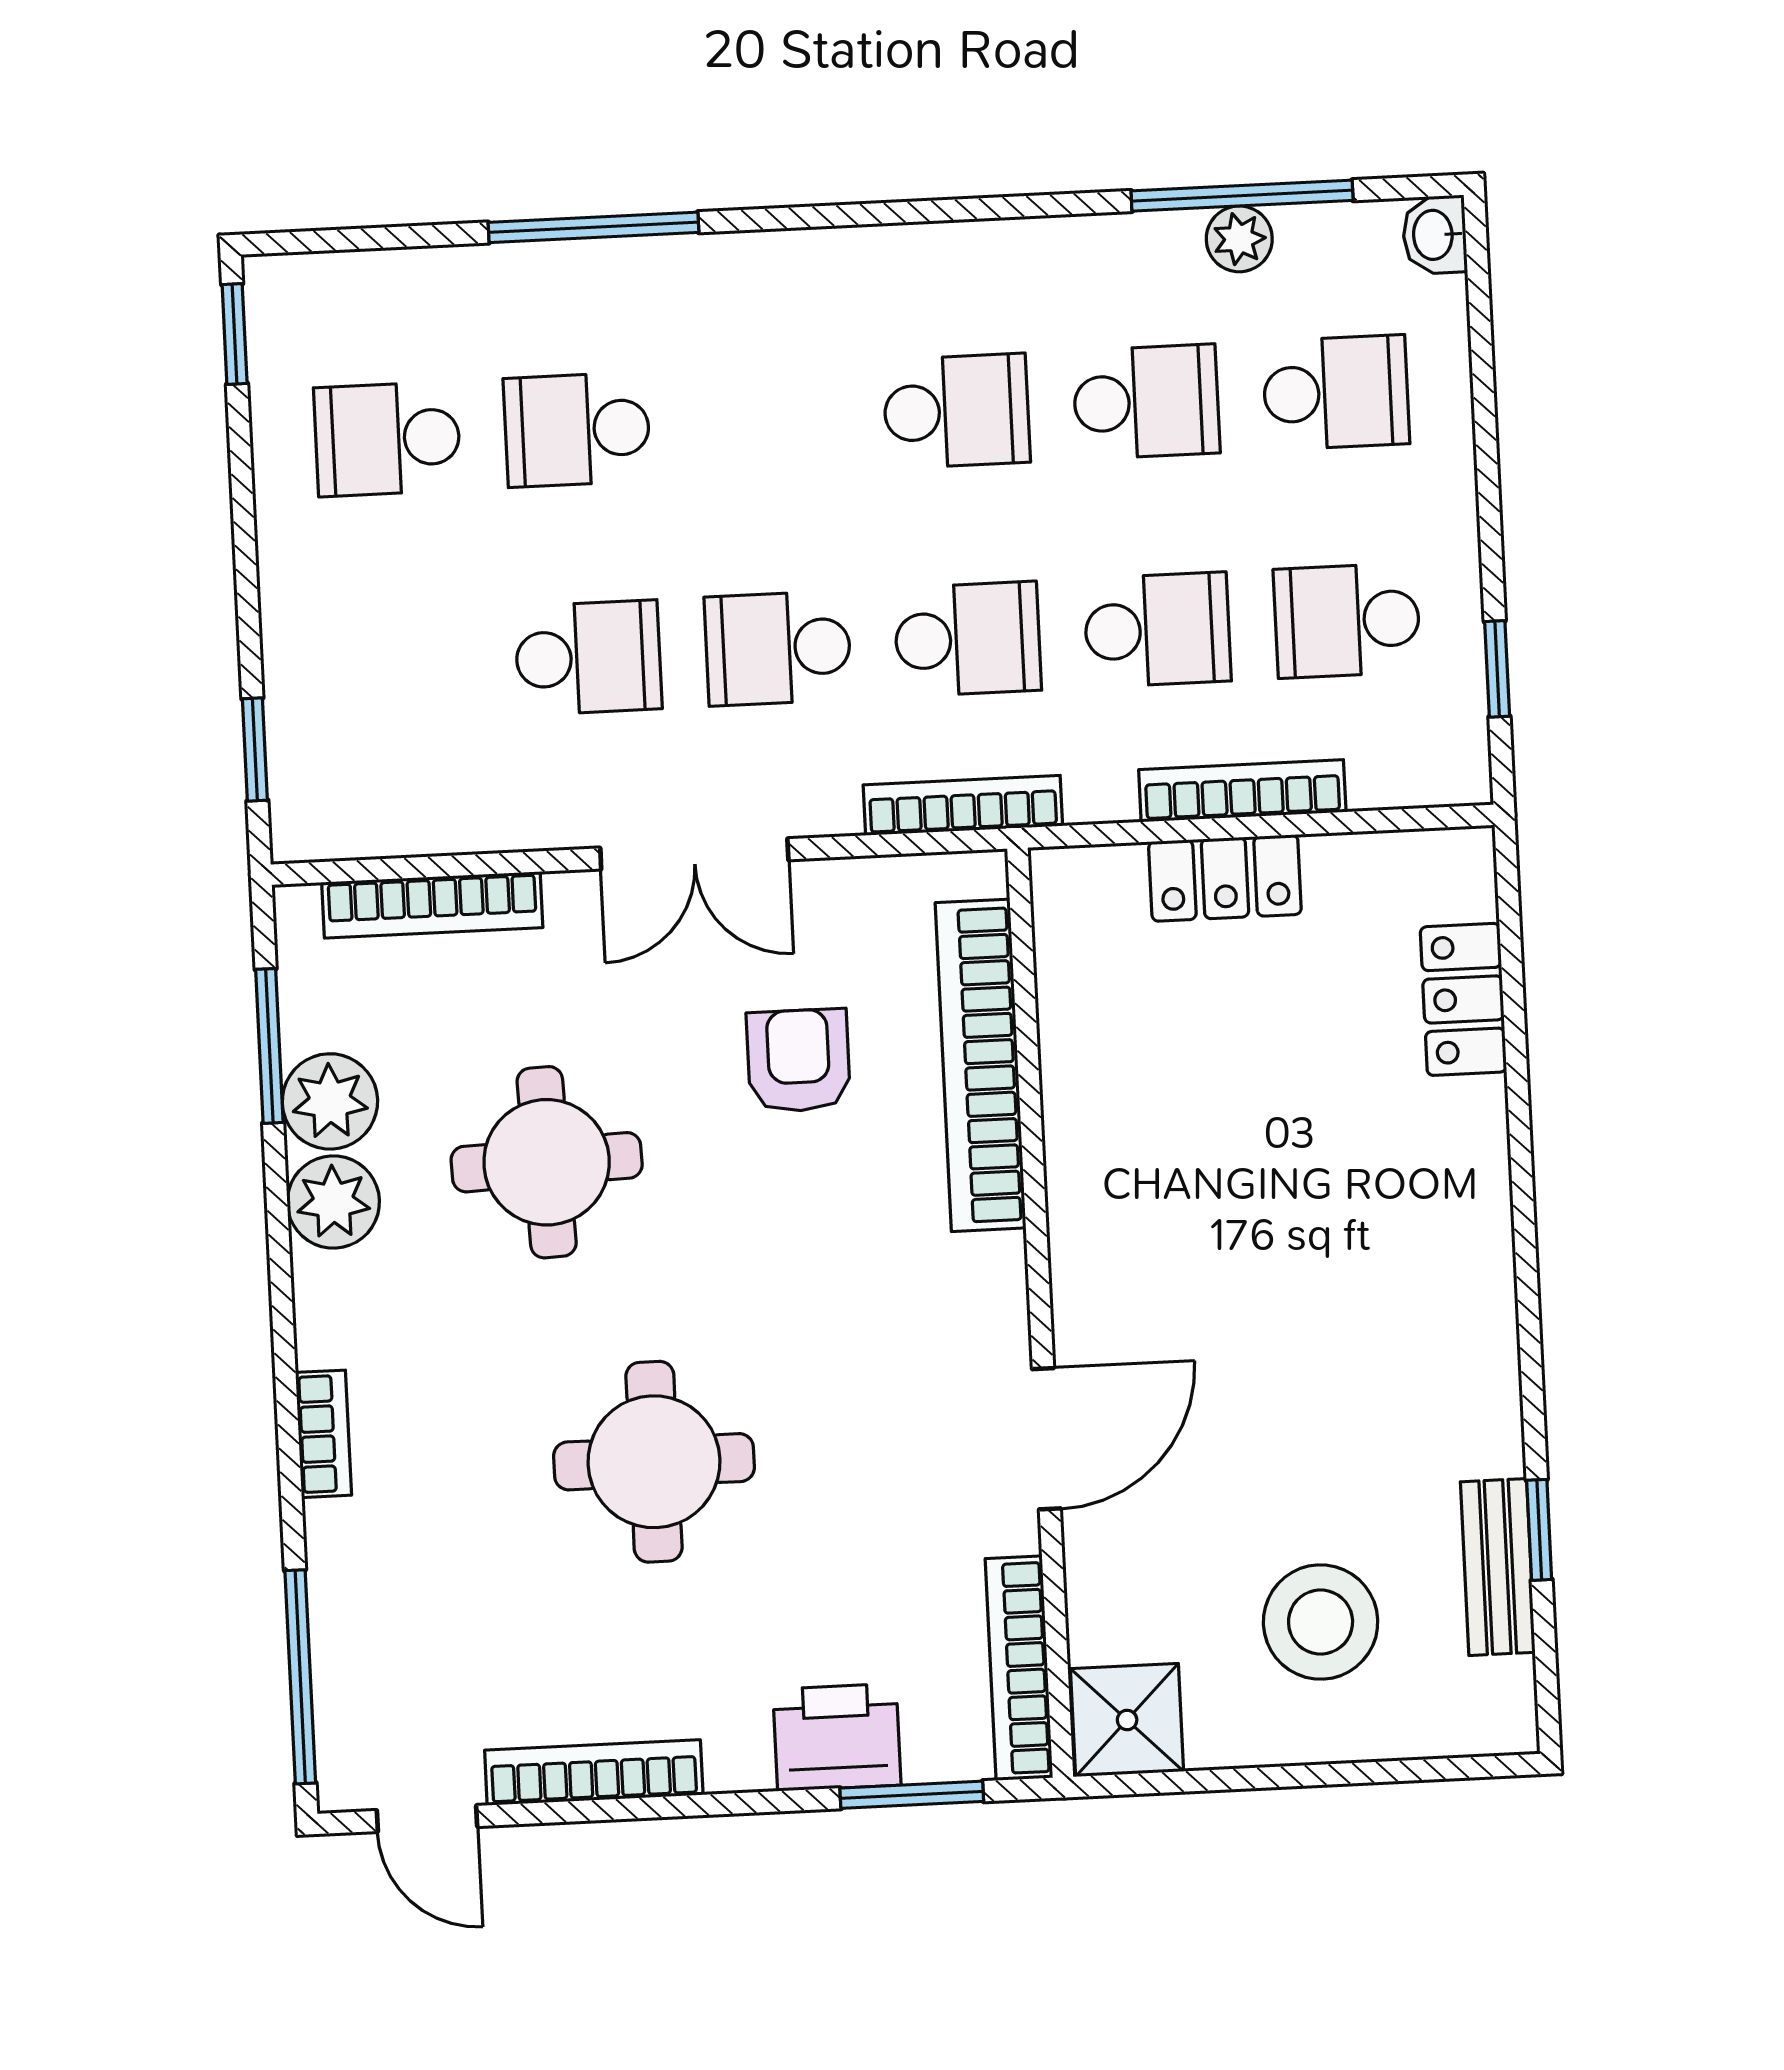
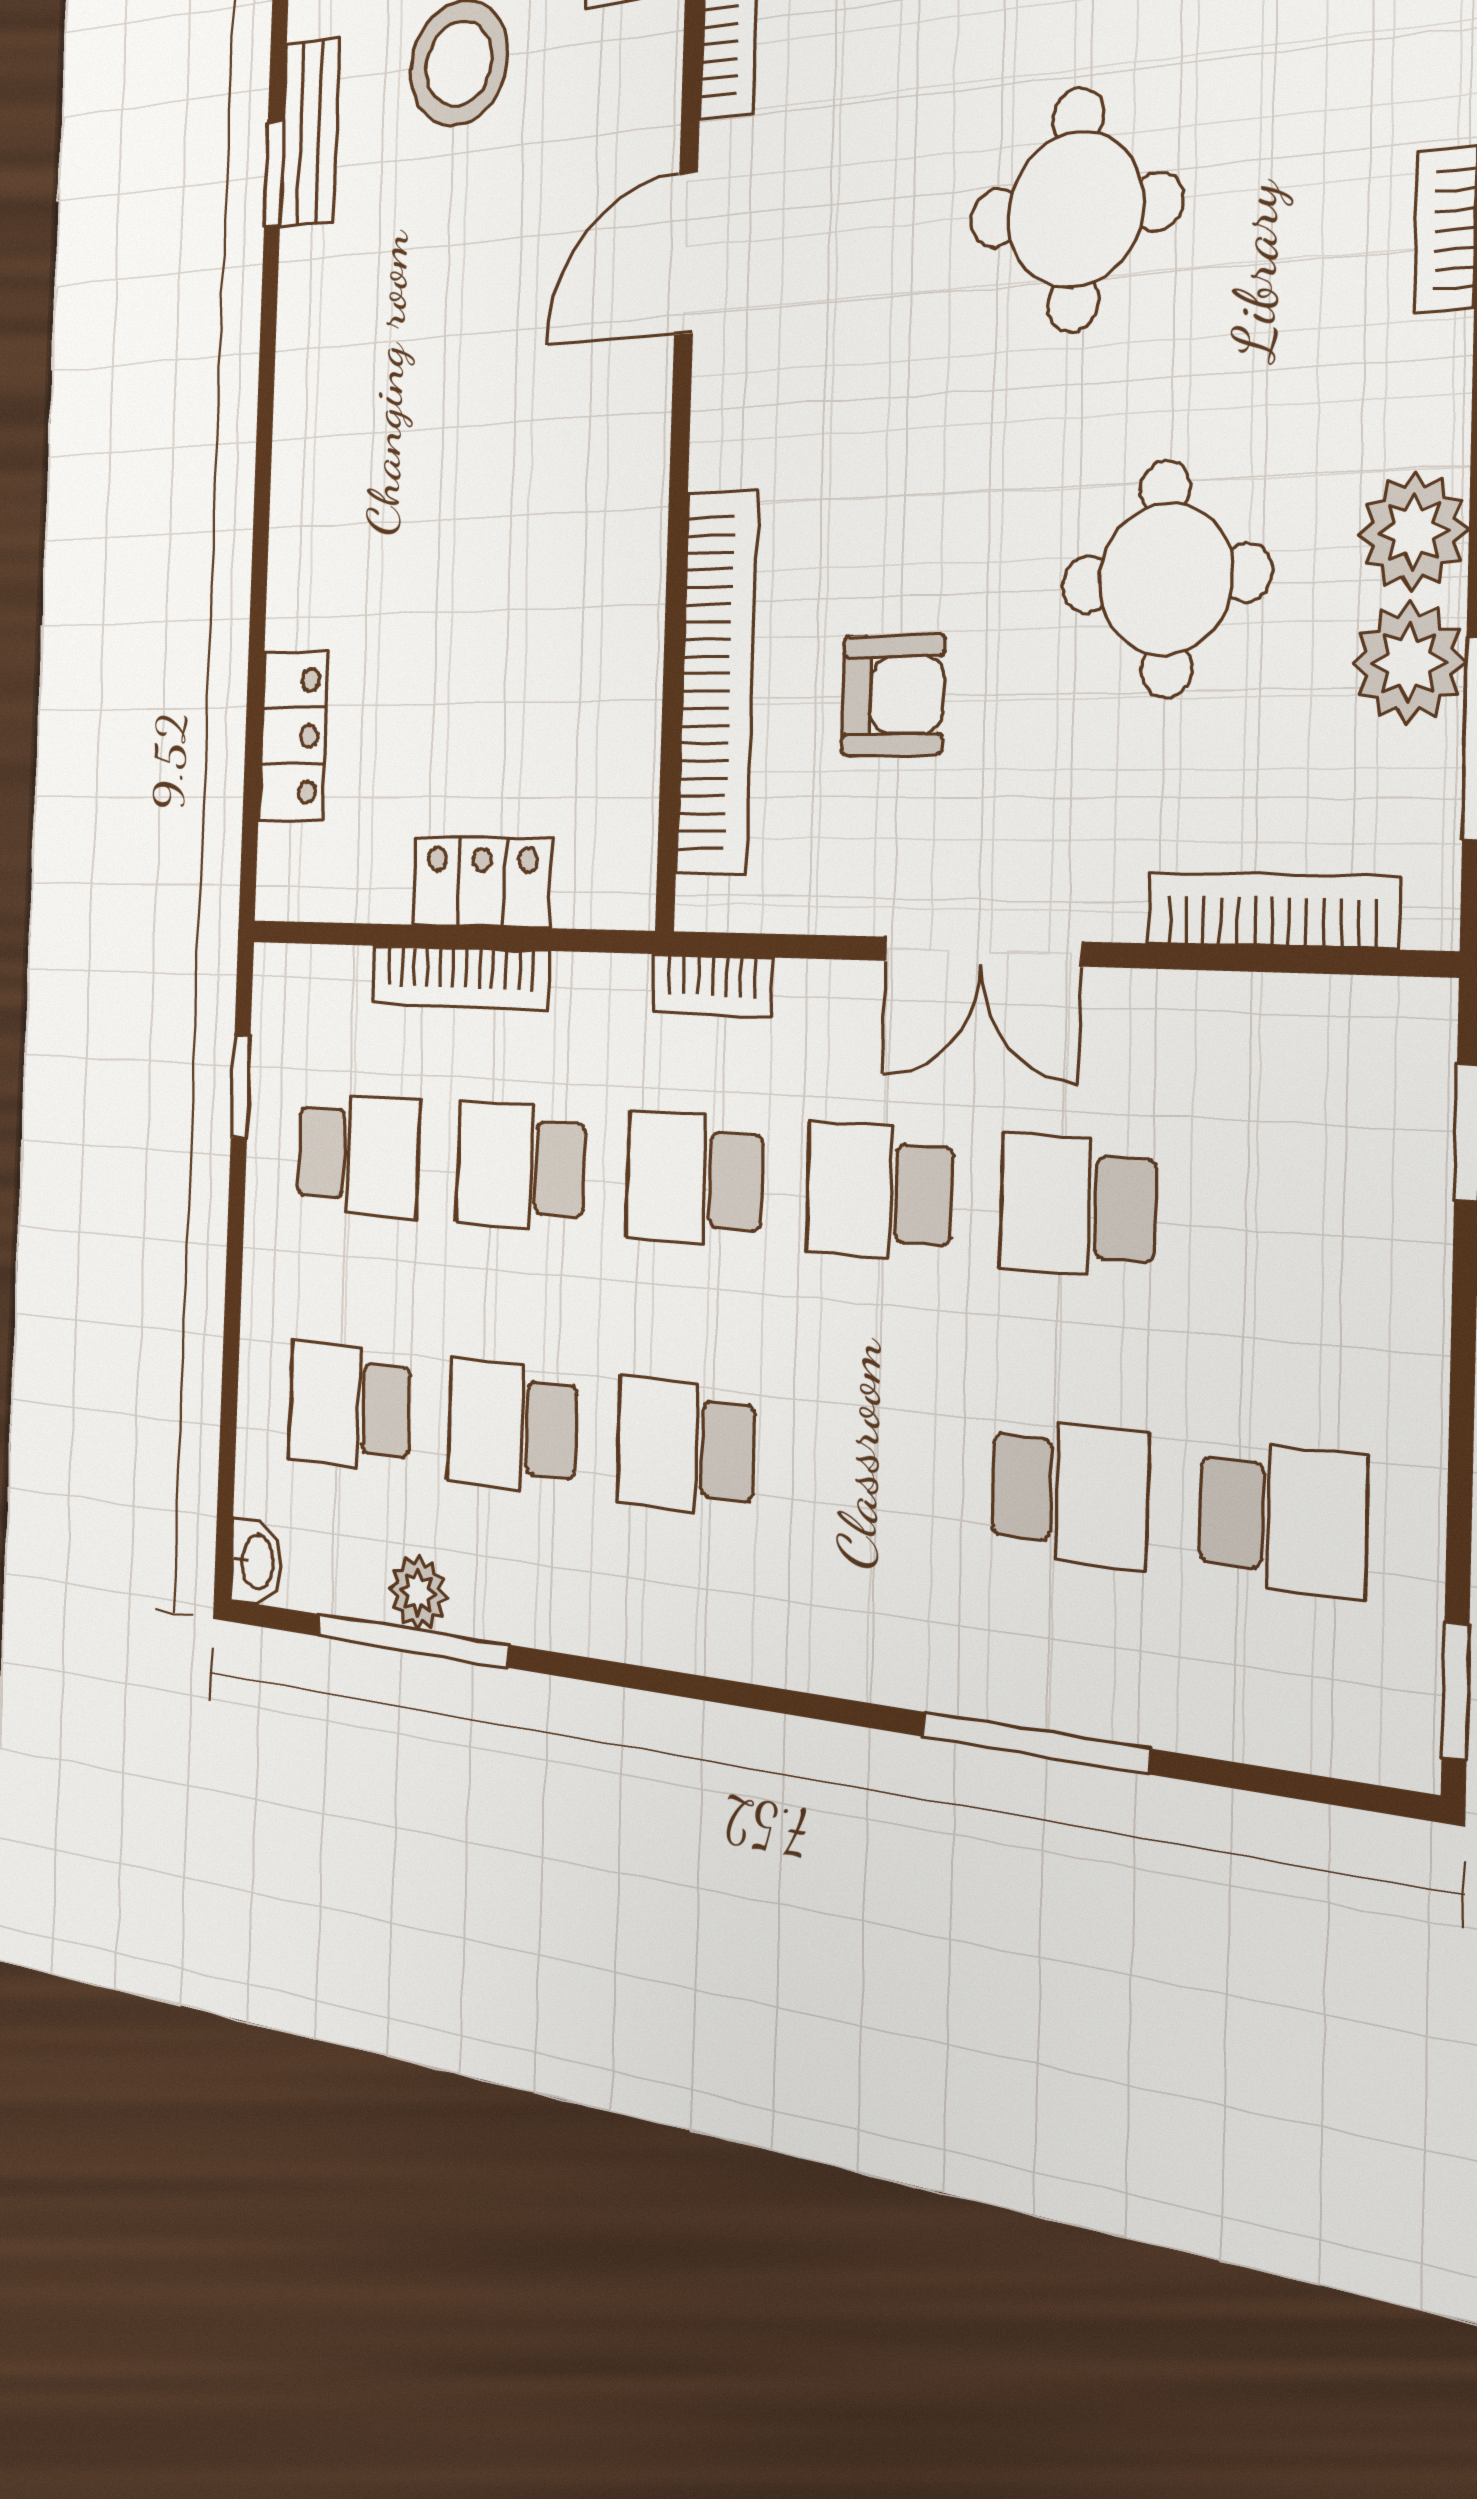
school desk: (778, 648) -> (879, 1192), turned 180
bookcase: (963, 805) -> (712, 985), width x0.64
double door: (694, 854) -> (982, 951), swing flipped
armchair: (798, 1061) -> (893, 695), turned -90

